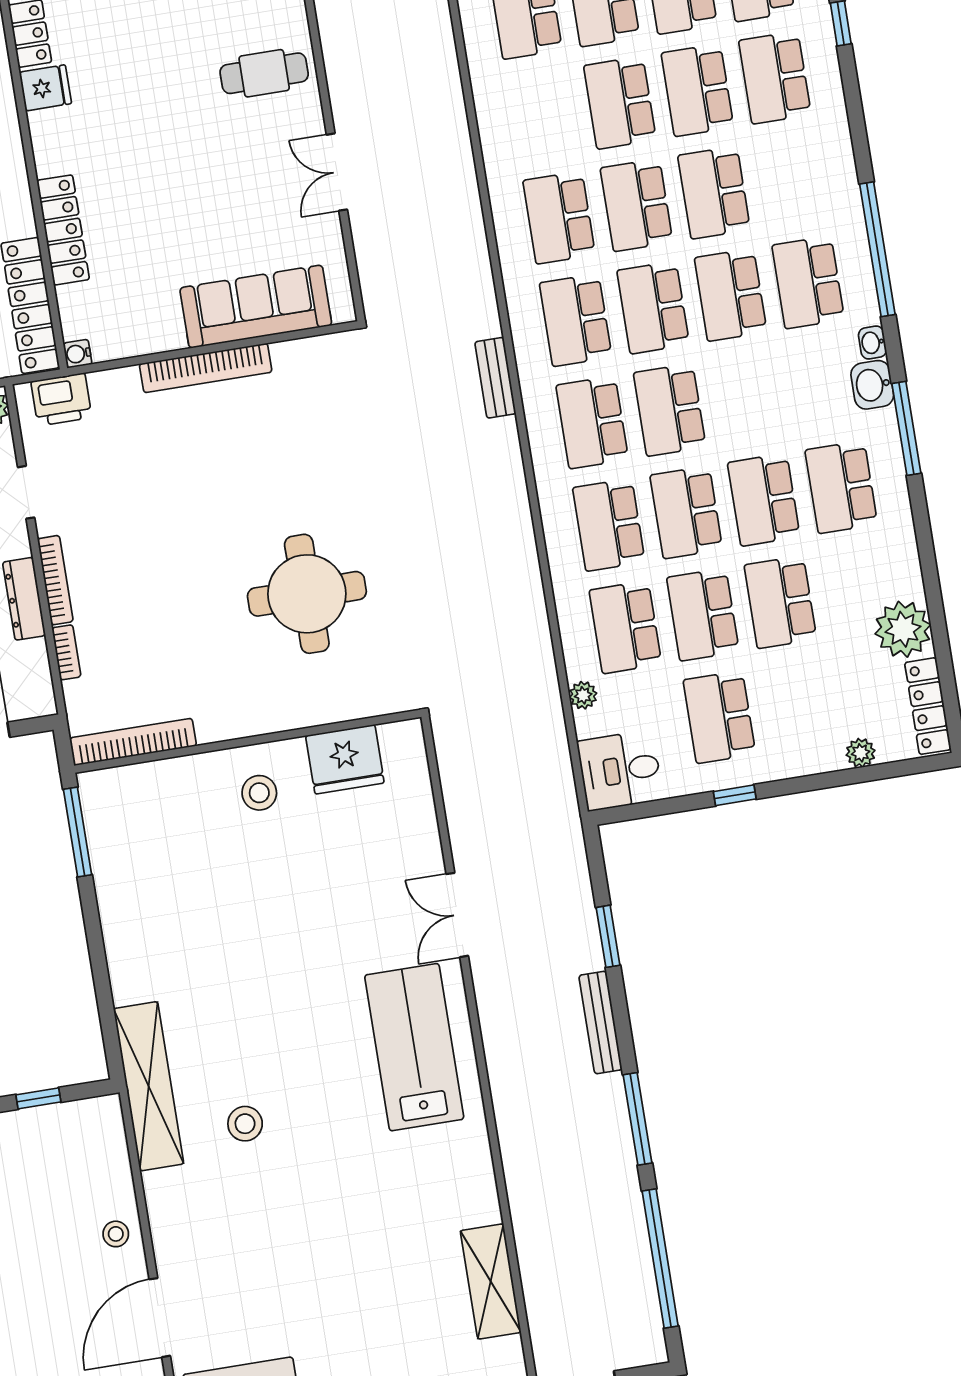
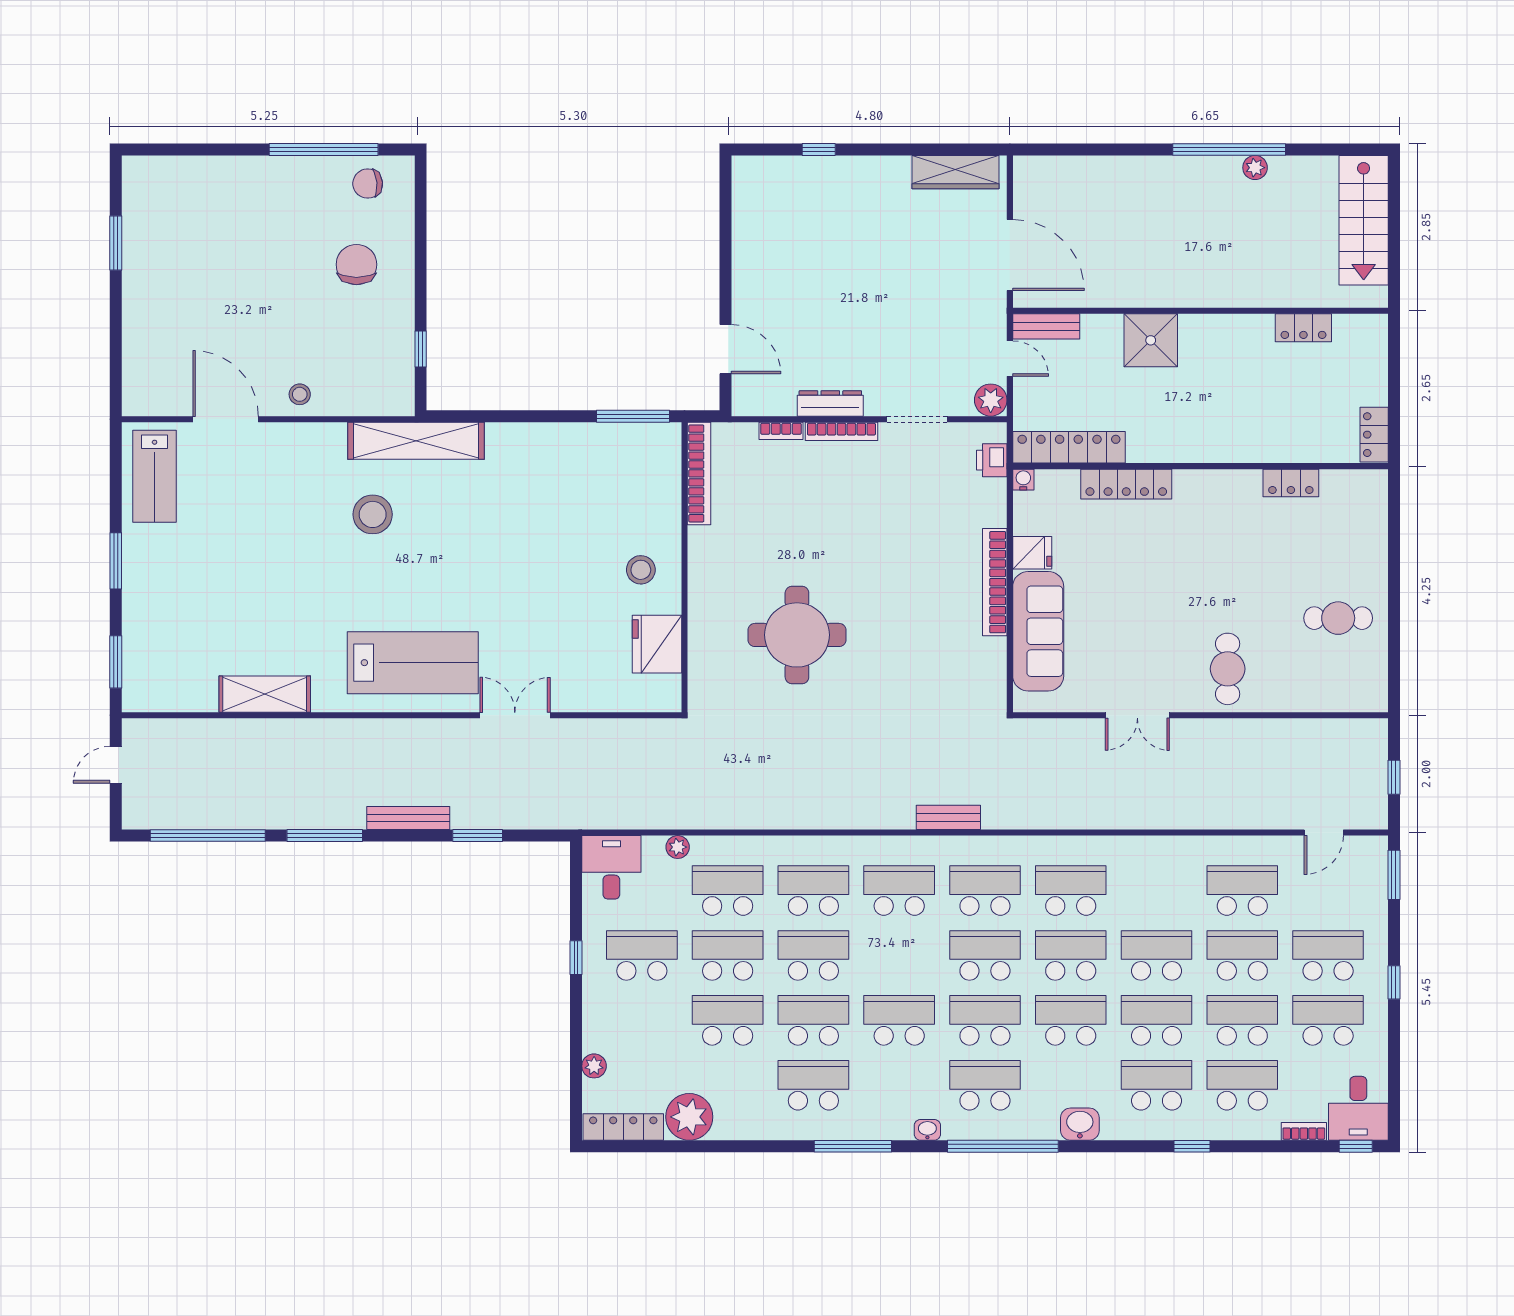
fridge: (45, 88) -> (1032, 553), moved, turned -90
double door: (337, 172) -> (1137, 715), swing flipped
washbasin: (872, 385) -> (1080, 1124), moved
printer: (61, 399) -> (992, 460), width x0.73, depth x0.81
school desk: (670, 410) -> (899, 1020), moved
doorway: (26, 492) -> (917, 419), width x1.38
stool: (245, 1124) -> (373, 514), width x1.38, depth x1.38
shelving: (491, 1281) -> (265, 694), moved

